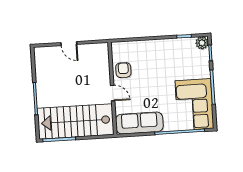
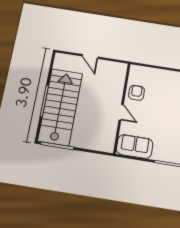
stairs: (76, 121) -> (60, 107), moved, turned 90
sofa: (139, 123) -> (135, 147), width x0.73

